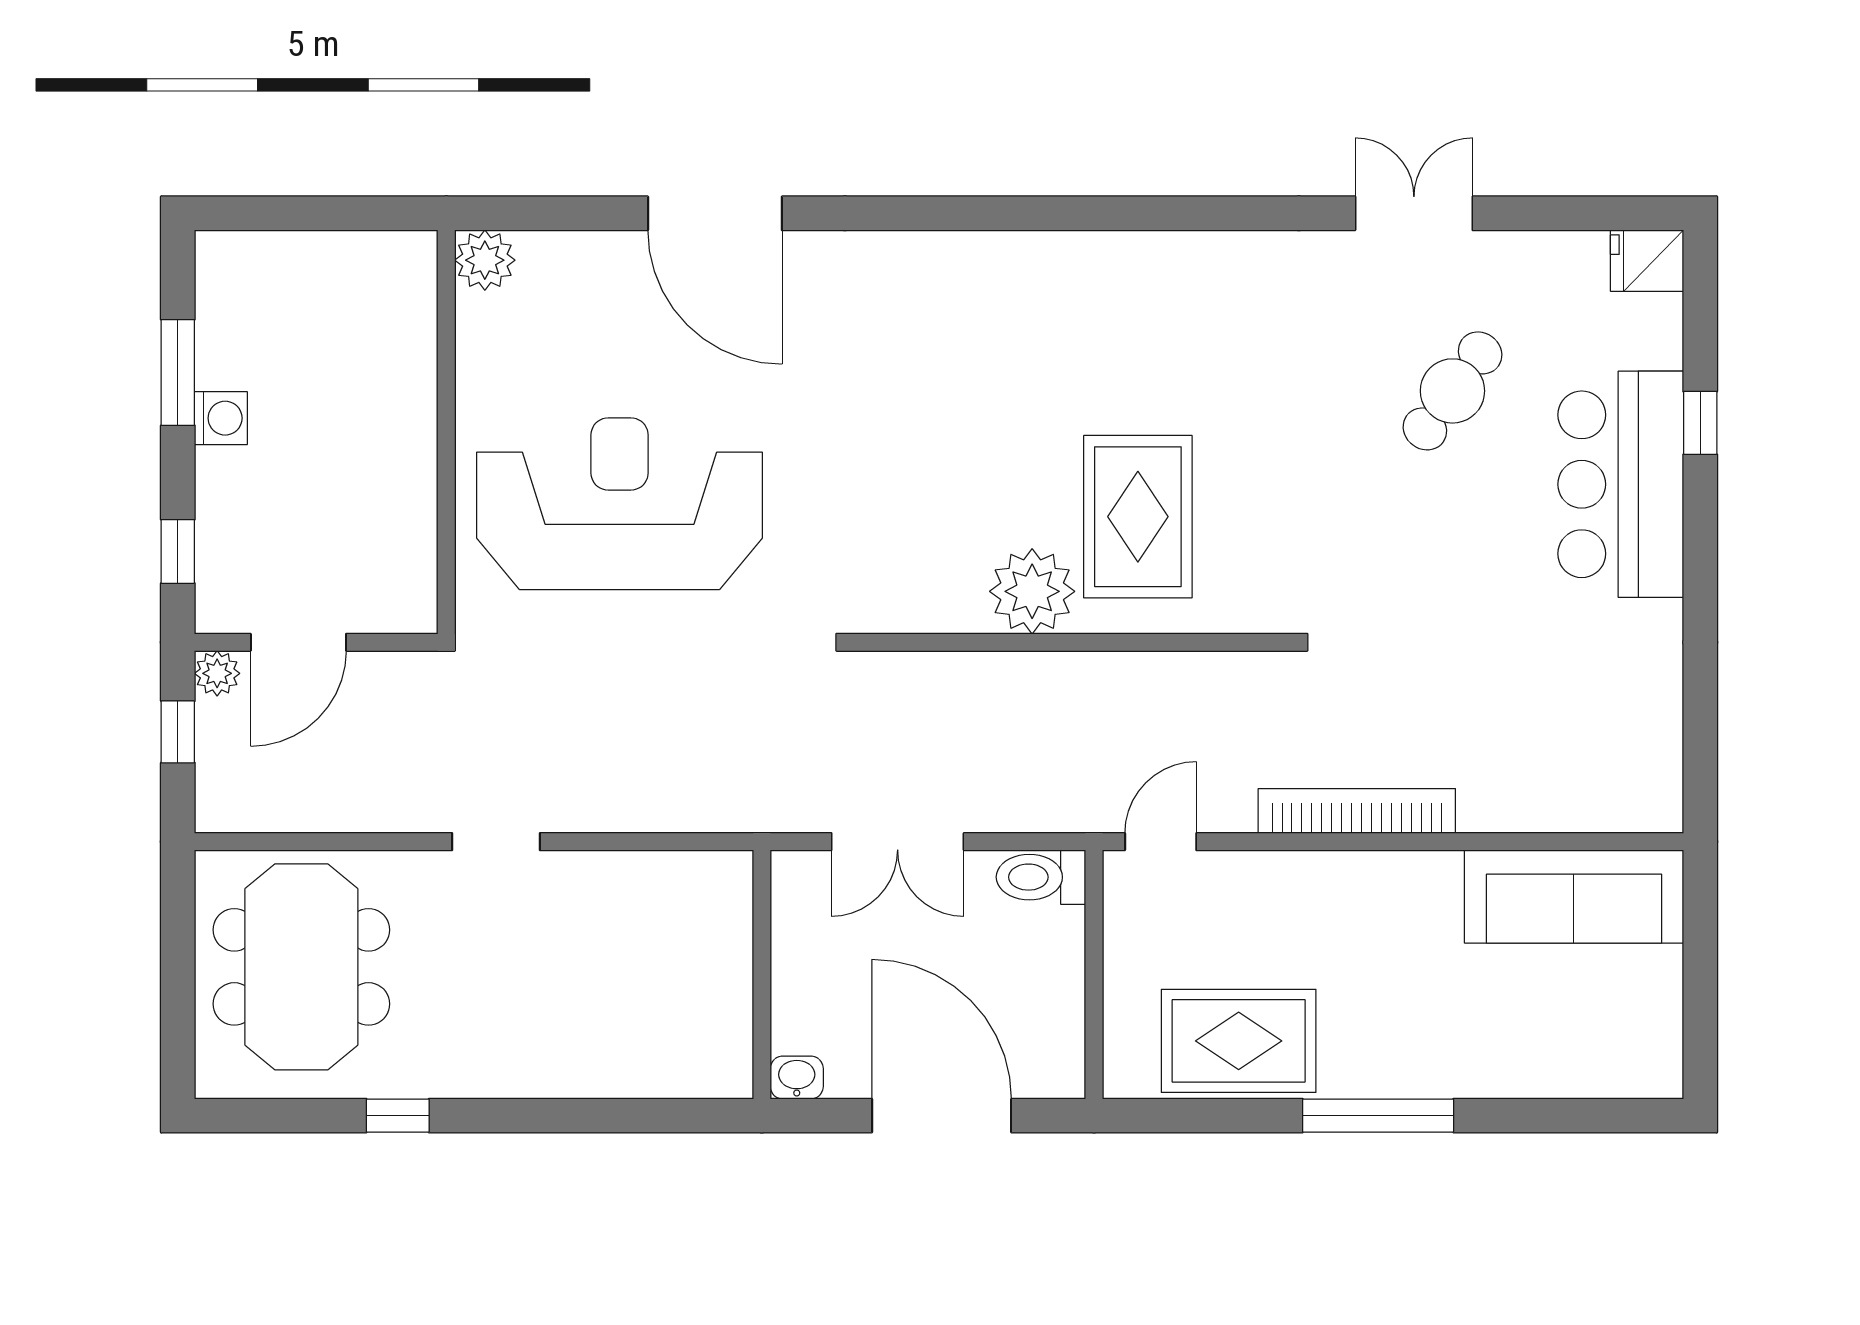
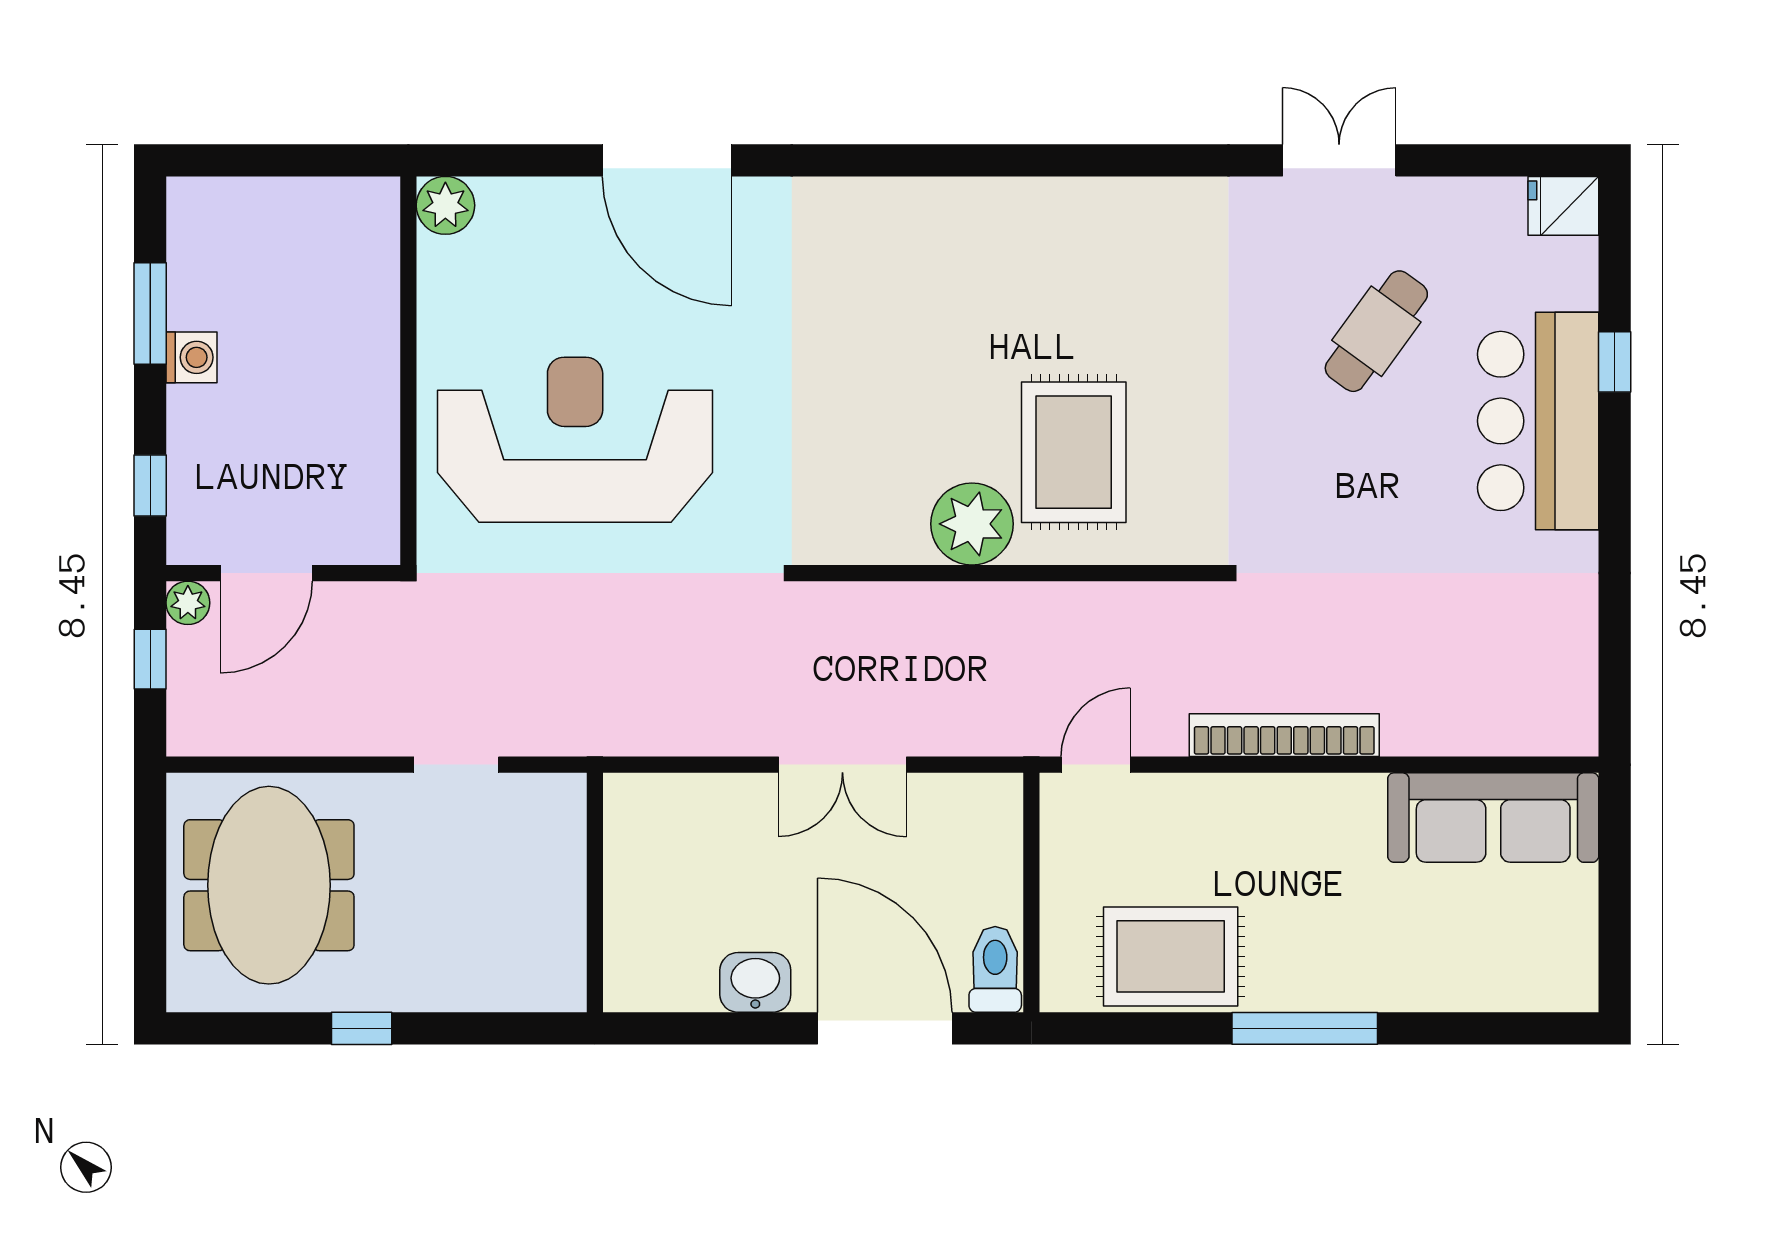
toilet: (1041, 877) -> (995, 969), moved, turned 90
wall: (762, 974) -> (595, 893), moved
washbasin: (797, 1078) -> (755, 982), width x1.38, depth x1.45

